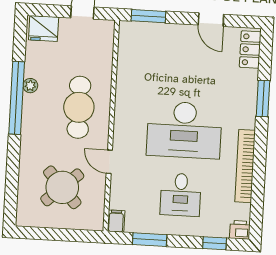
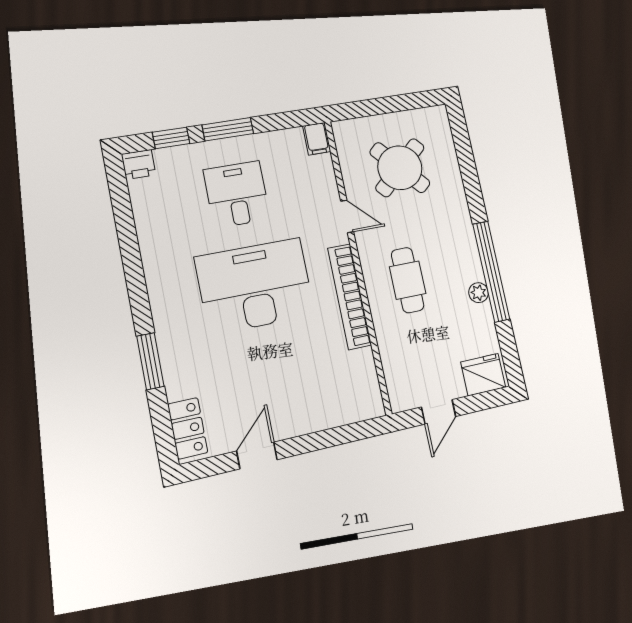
window: (148, 16) -> (348, 434), removed
door: (211, 20) -> (257, 455), hinge flipped
cafe table: (79, 107) -> (408, 280), width x0.73, depth x0.74
bookcase: (245, 166) -> (349, 297), moved, turned 180
window: (150, 240) -> (228, 129), moved

